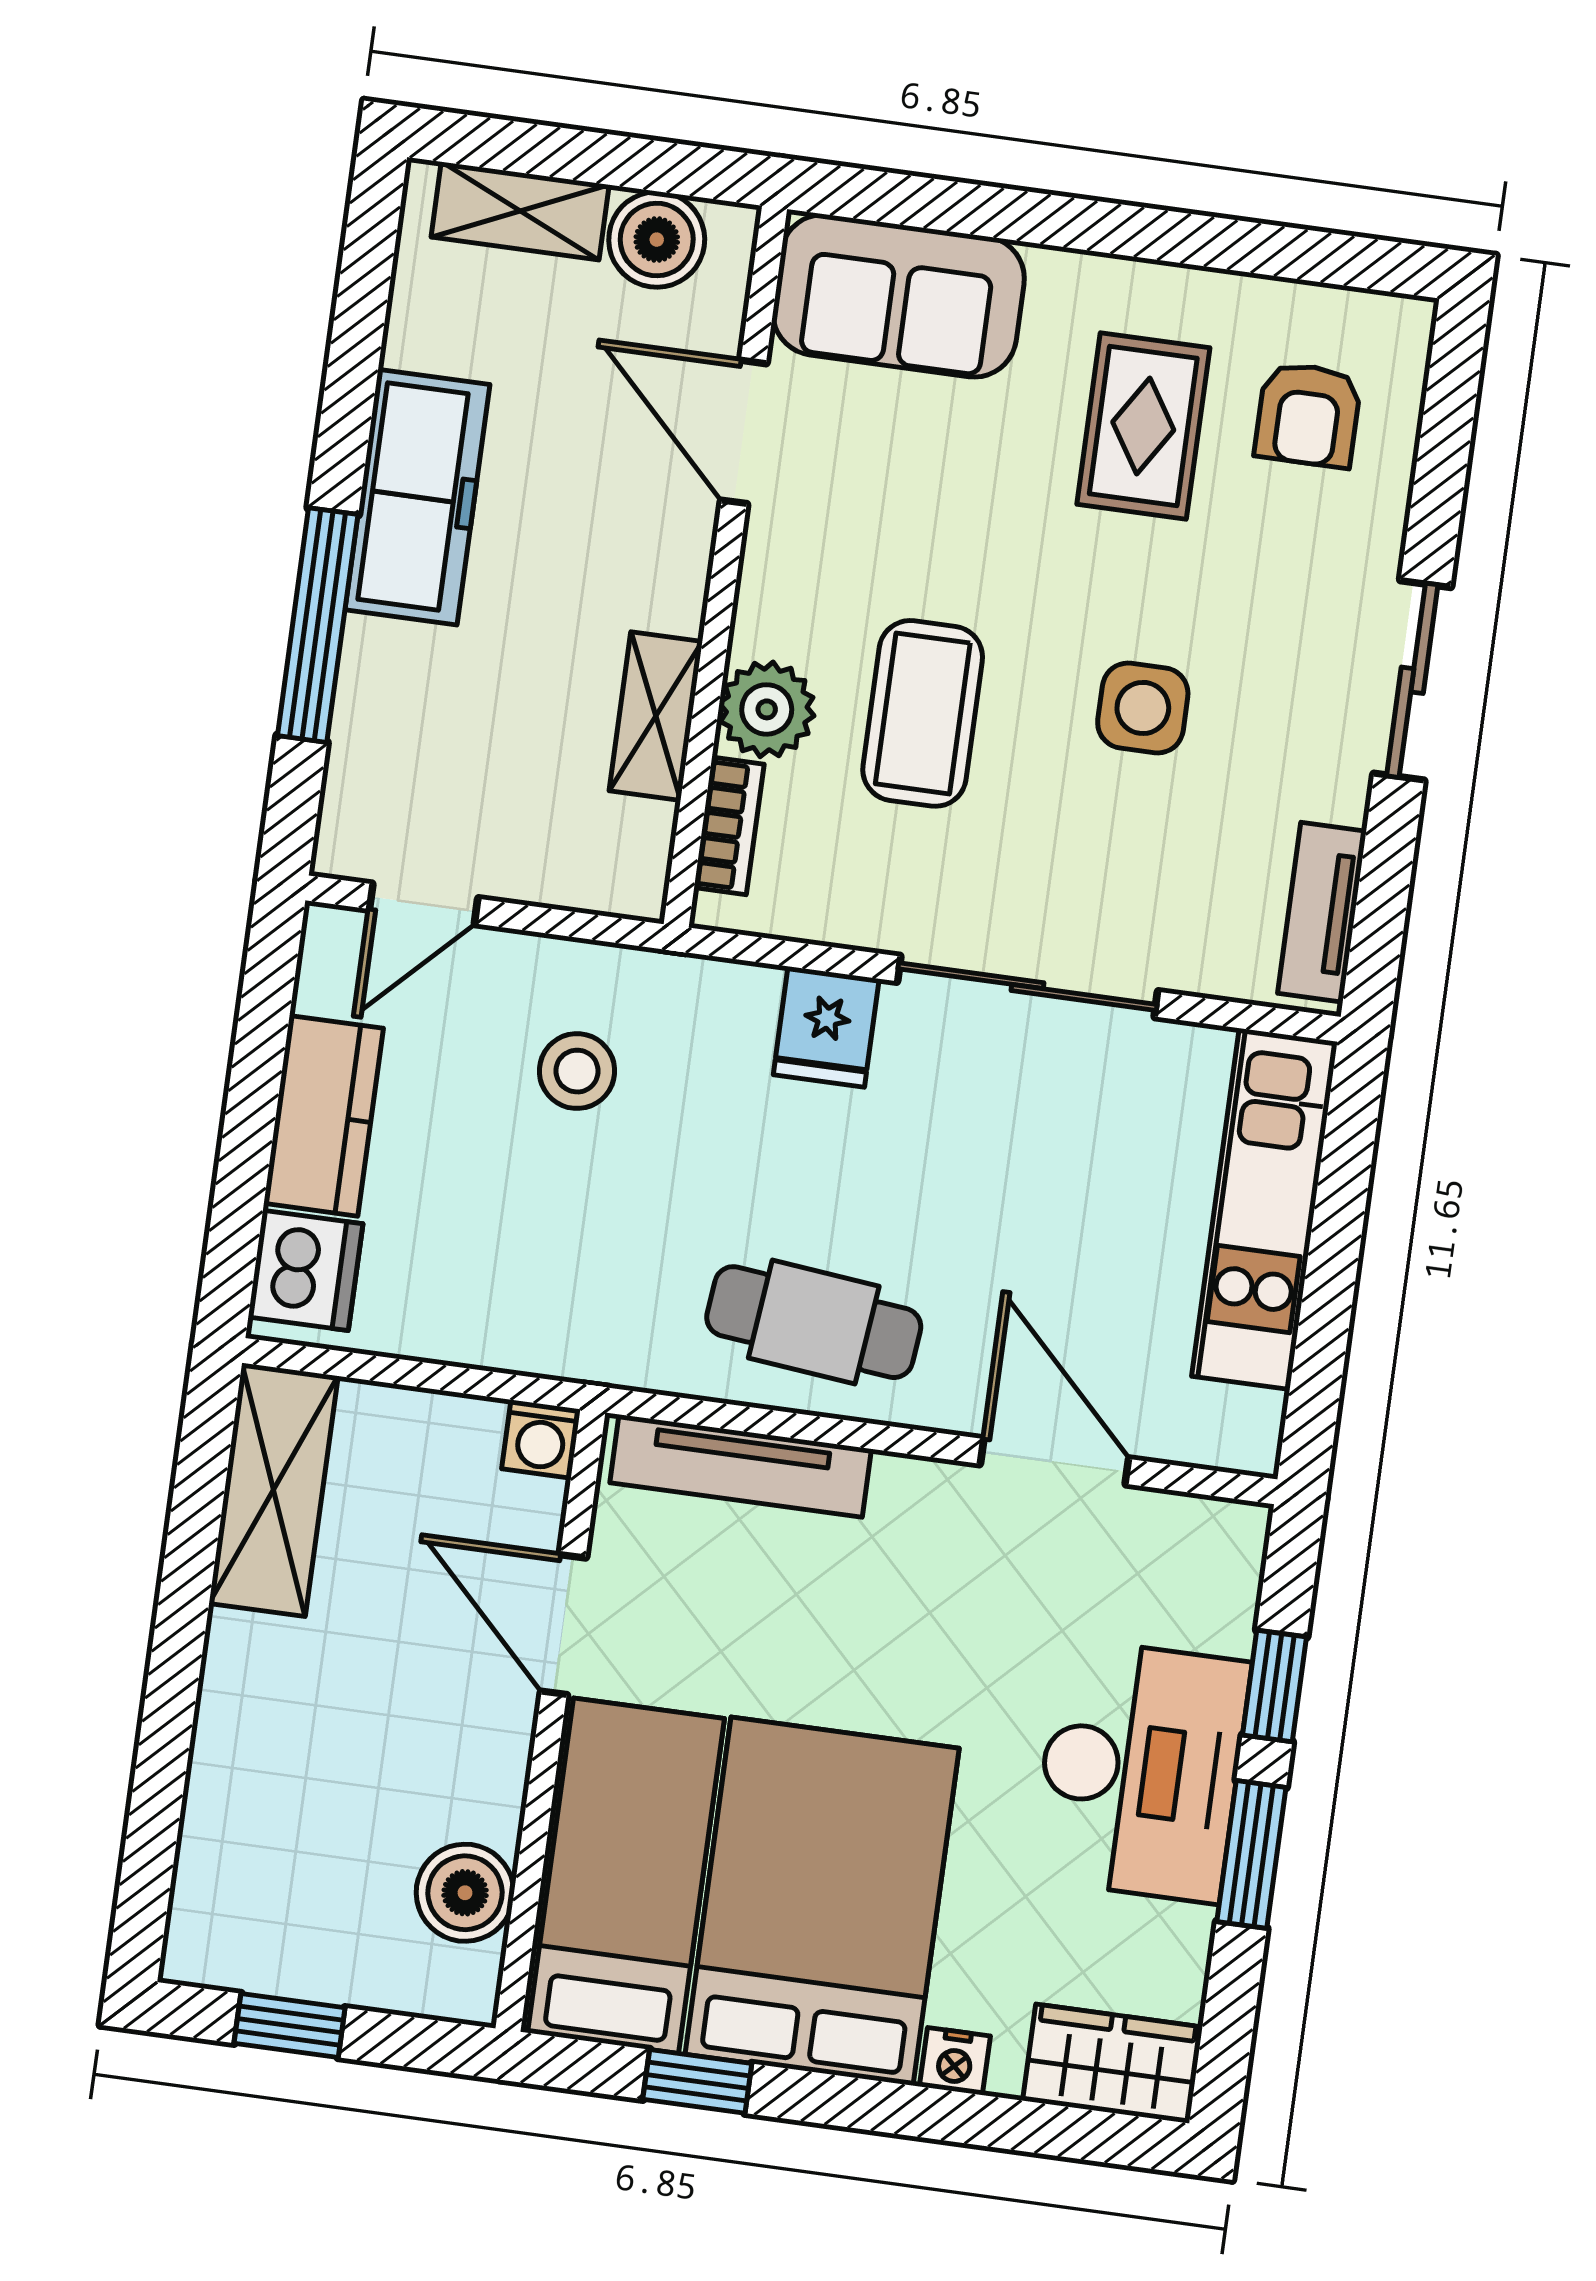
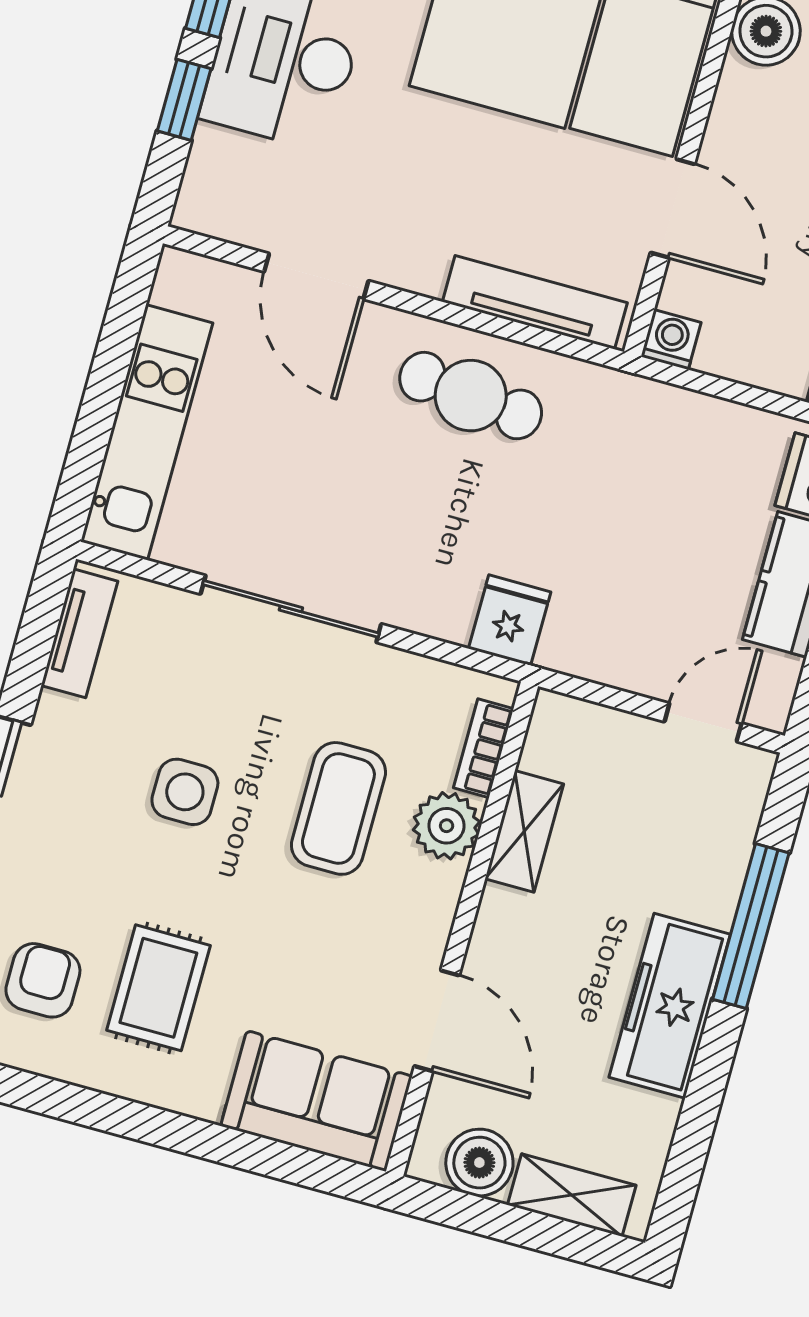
fridge: (826, 1027) -> (510, 620), moved
stool: (577, 1071) -> (612, 592), removed

